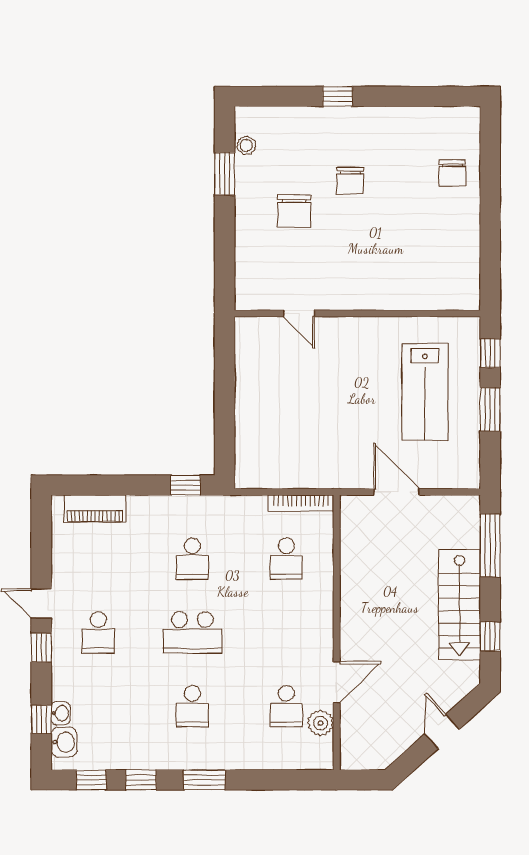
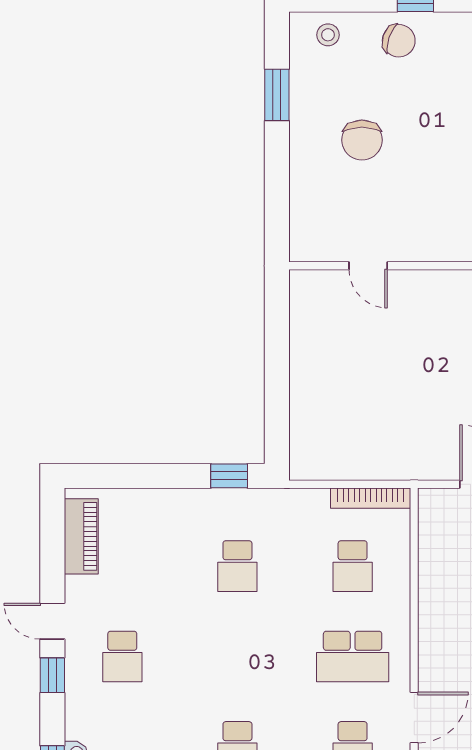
stool: (246, 145) -> (328, 35), moved
chair: (350, 181) -> (399, 41), moved, turned -71
piano: (95, 509) -> (81, 536), moved, turned -90
school desk: (192, 632) -> (353, 657), moved

